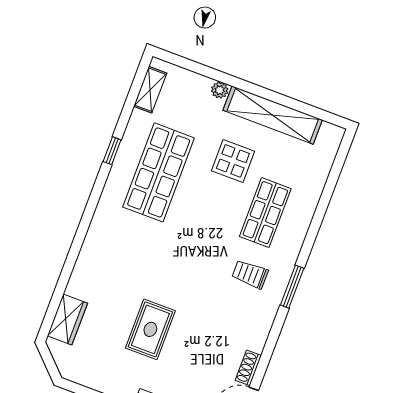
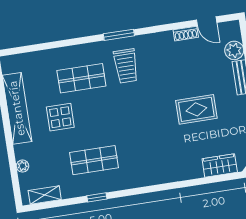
plant: (220, 90) -> (23, 166), moved
shop shelf: (159, 172) -> (94, 160), width x0.70, depth x0.74
trolley: (250, 274) -> (126, 66), width x1.36, depth x1.39

